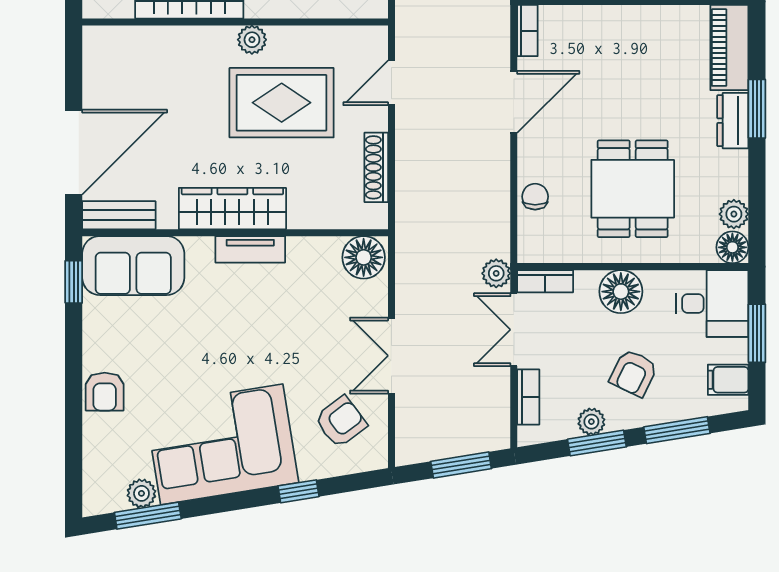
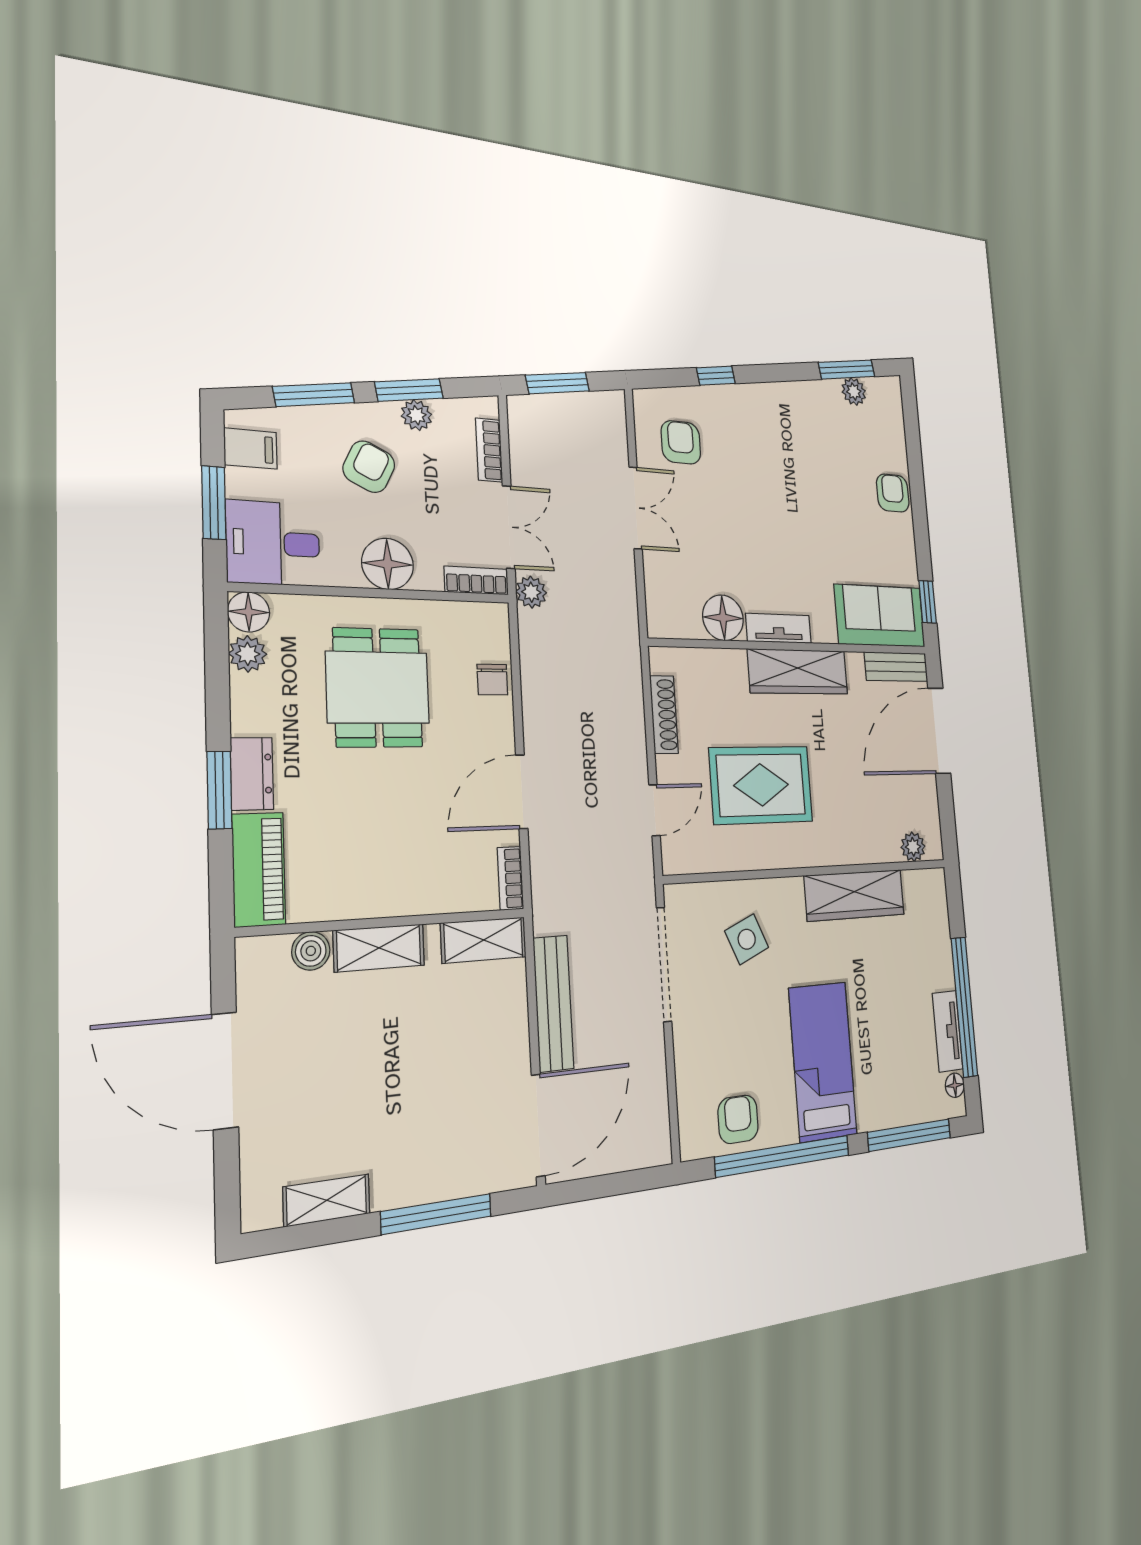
plant: (252, 40) -> (913, 847), moved
floor lamp: (364, 257) -> (723, 618), moved
armchair: (341, 422) -> (681, 442), turned 127
corner sofa: (222, 444) -> (789, 431), removed

